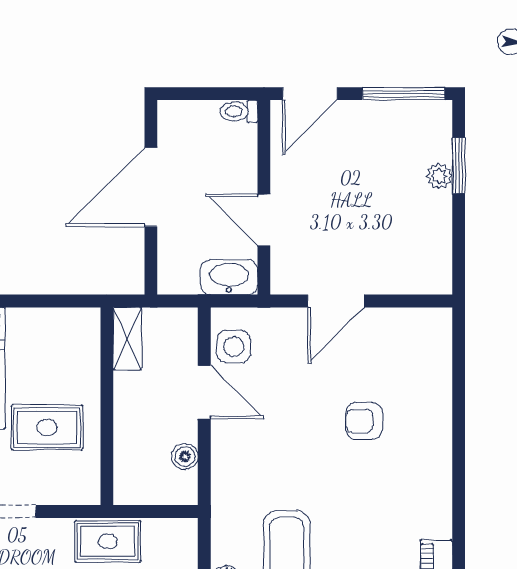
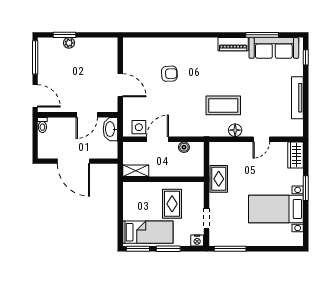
armchair: (364, 421) -> (169, 74), turned -93

